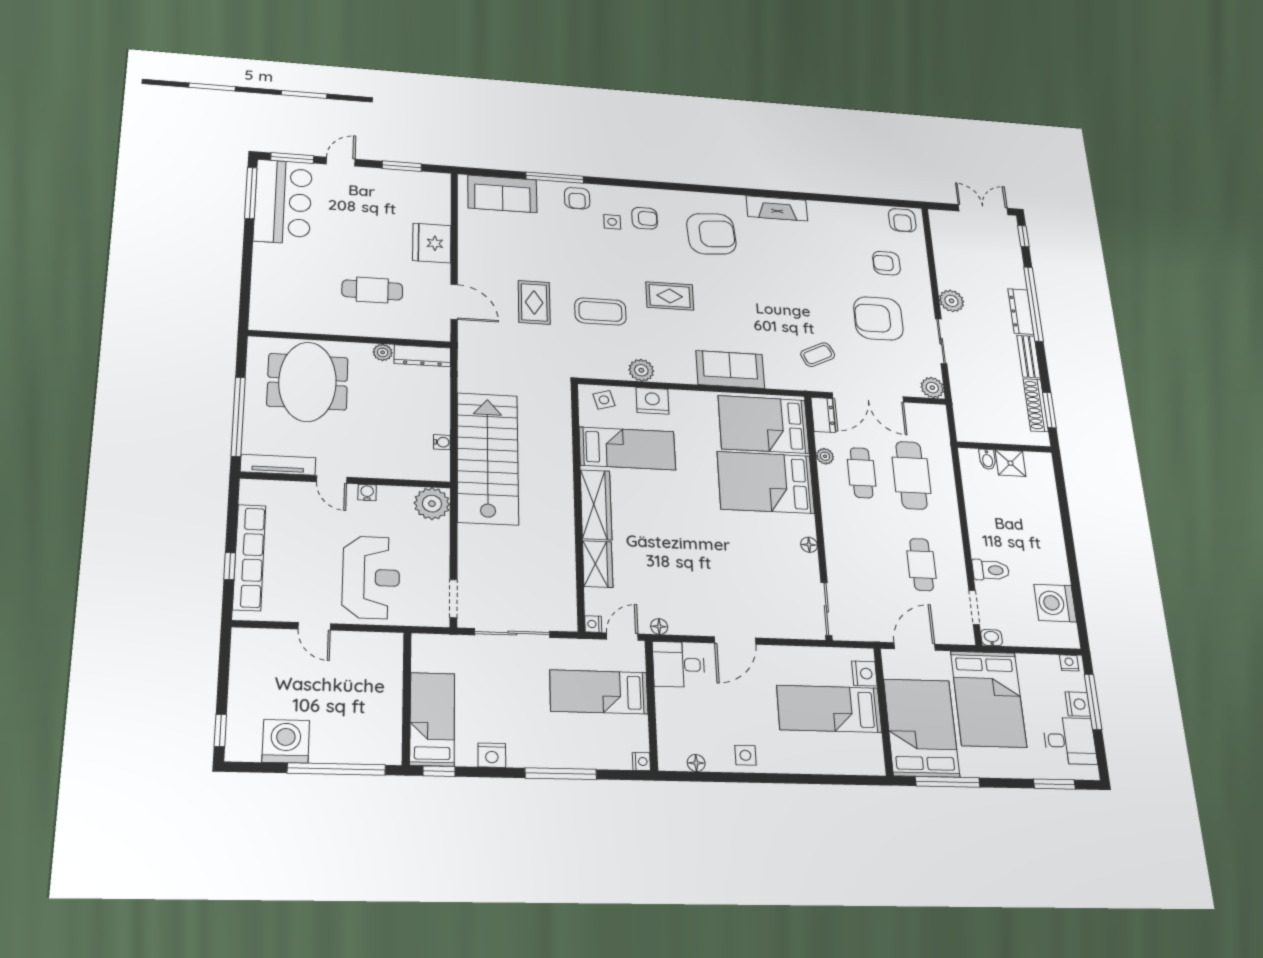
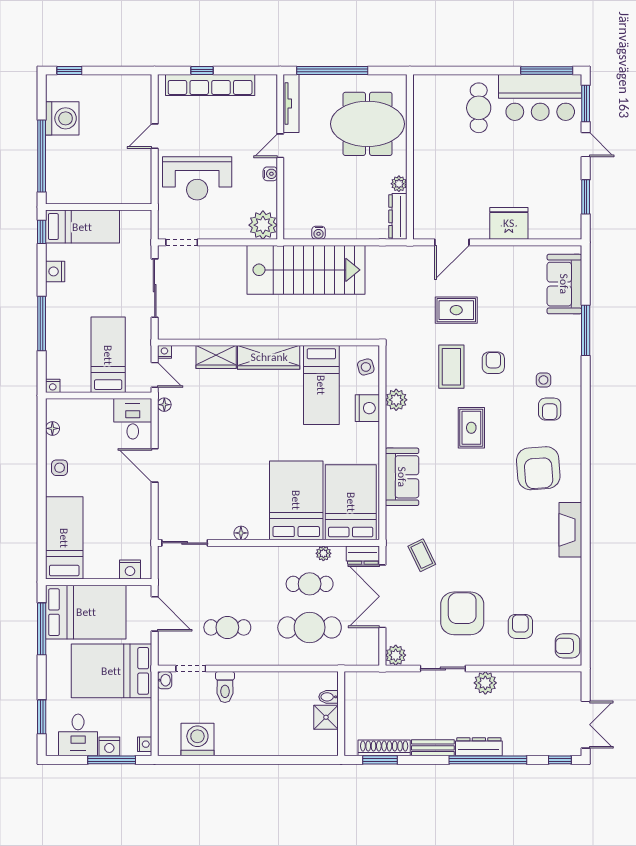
armchair: (577, 198) -> (493, 363), moved, turned 90
cafe table: (372, 290) -> (479, 108), moved
bed: (829, 709) -> (64, 538), moved

